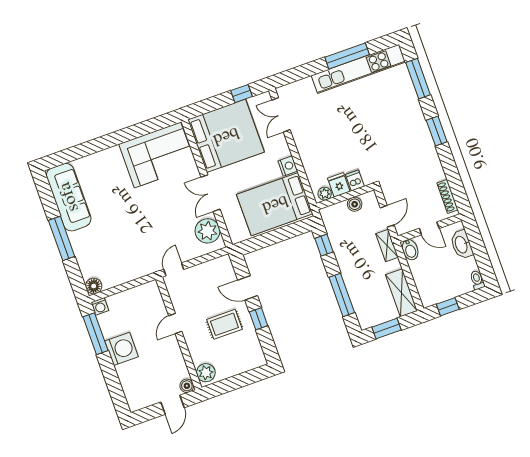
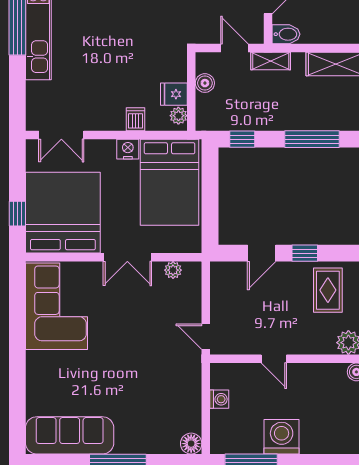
window: (241, 94) -> (17, 214), moved
dishwasher: (355, 180) -> (136, 119), moved, turned 90
plant: (208, 231) -> (173, 270), width x0.53, depth x0.53
washing machine: (100, 306) -> (219, 399), moved
rug: (224, 324) -> (328, 290), moved

